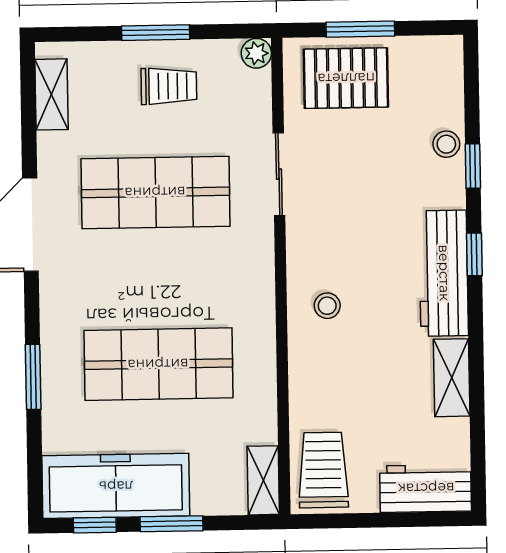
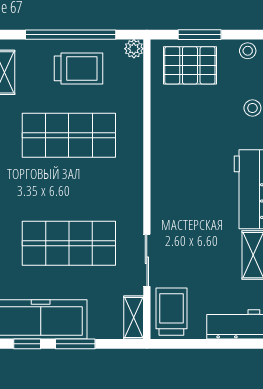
window: (156, 33) -> (71, 35), width x2.11
trolley: (169, 86) -> (79, 68), width x1.36, depth x1.39
sliding door: (279, 174) -> (147, 260), moved
stool: (327, 306) -> (248, 51), moved

